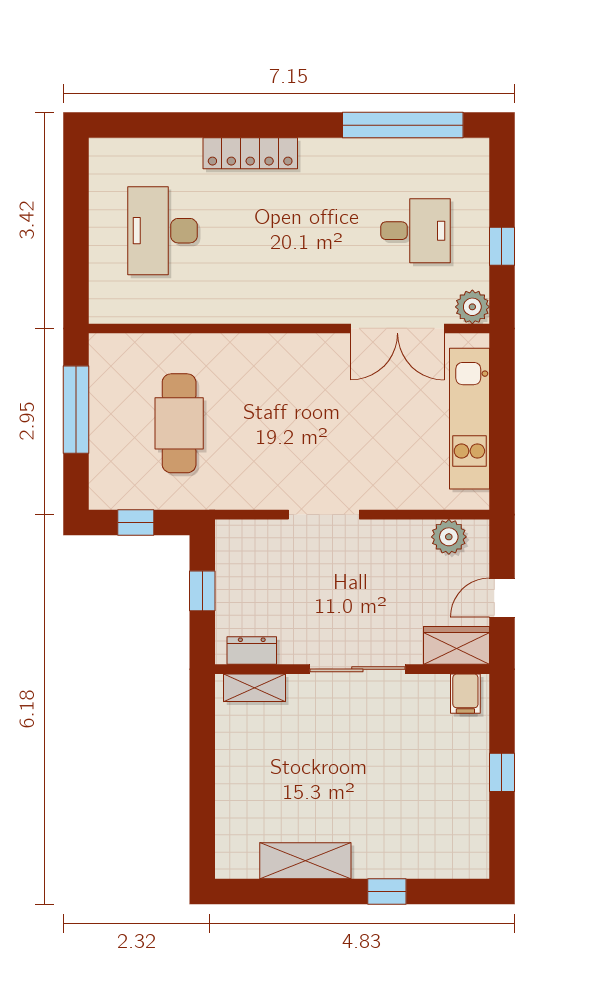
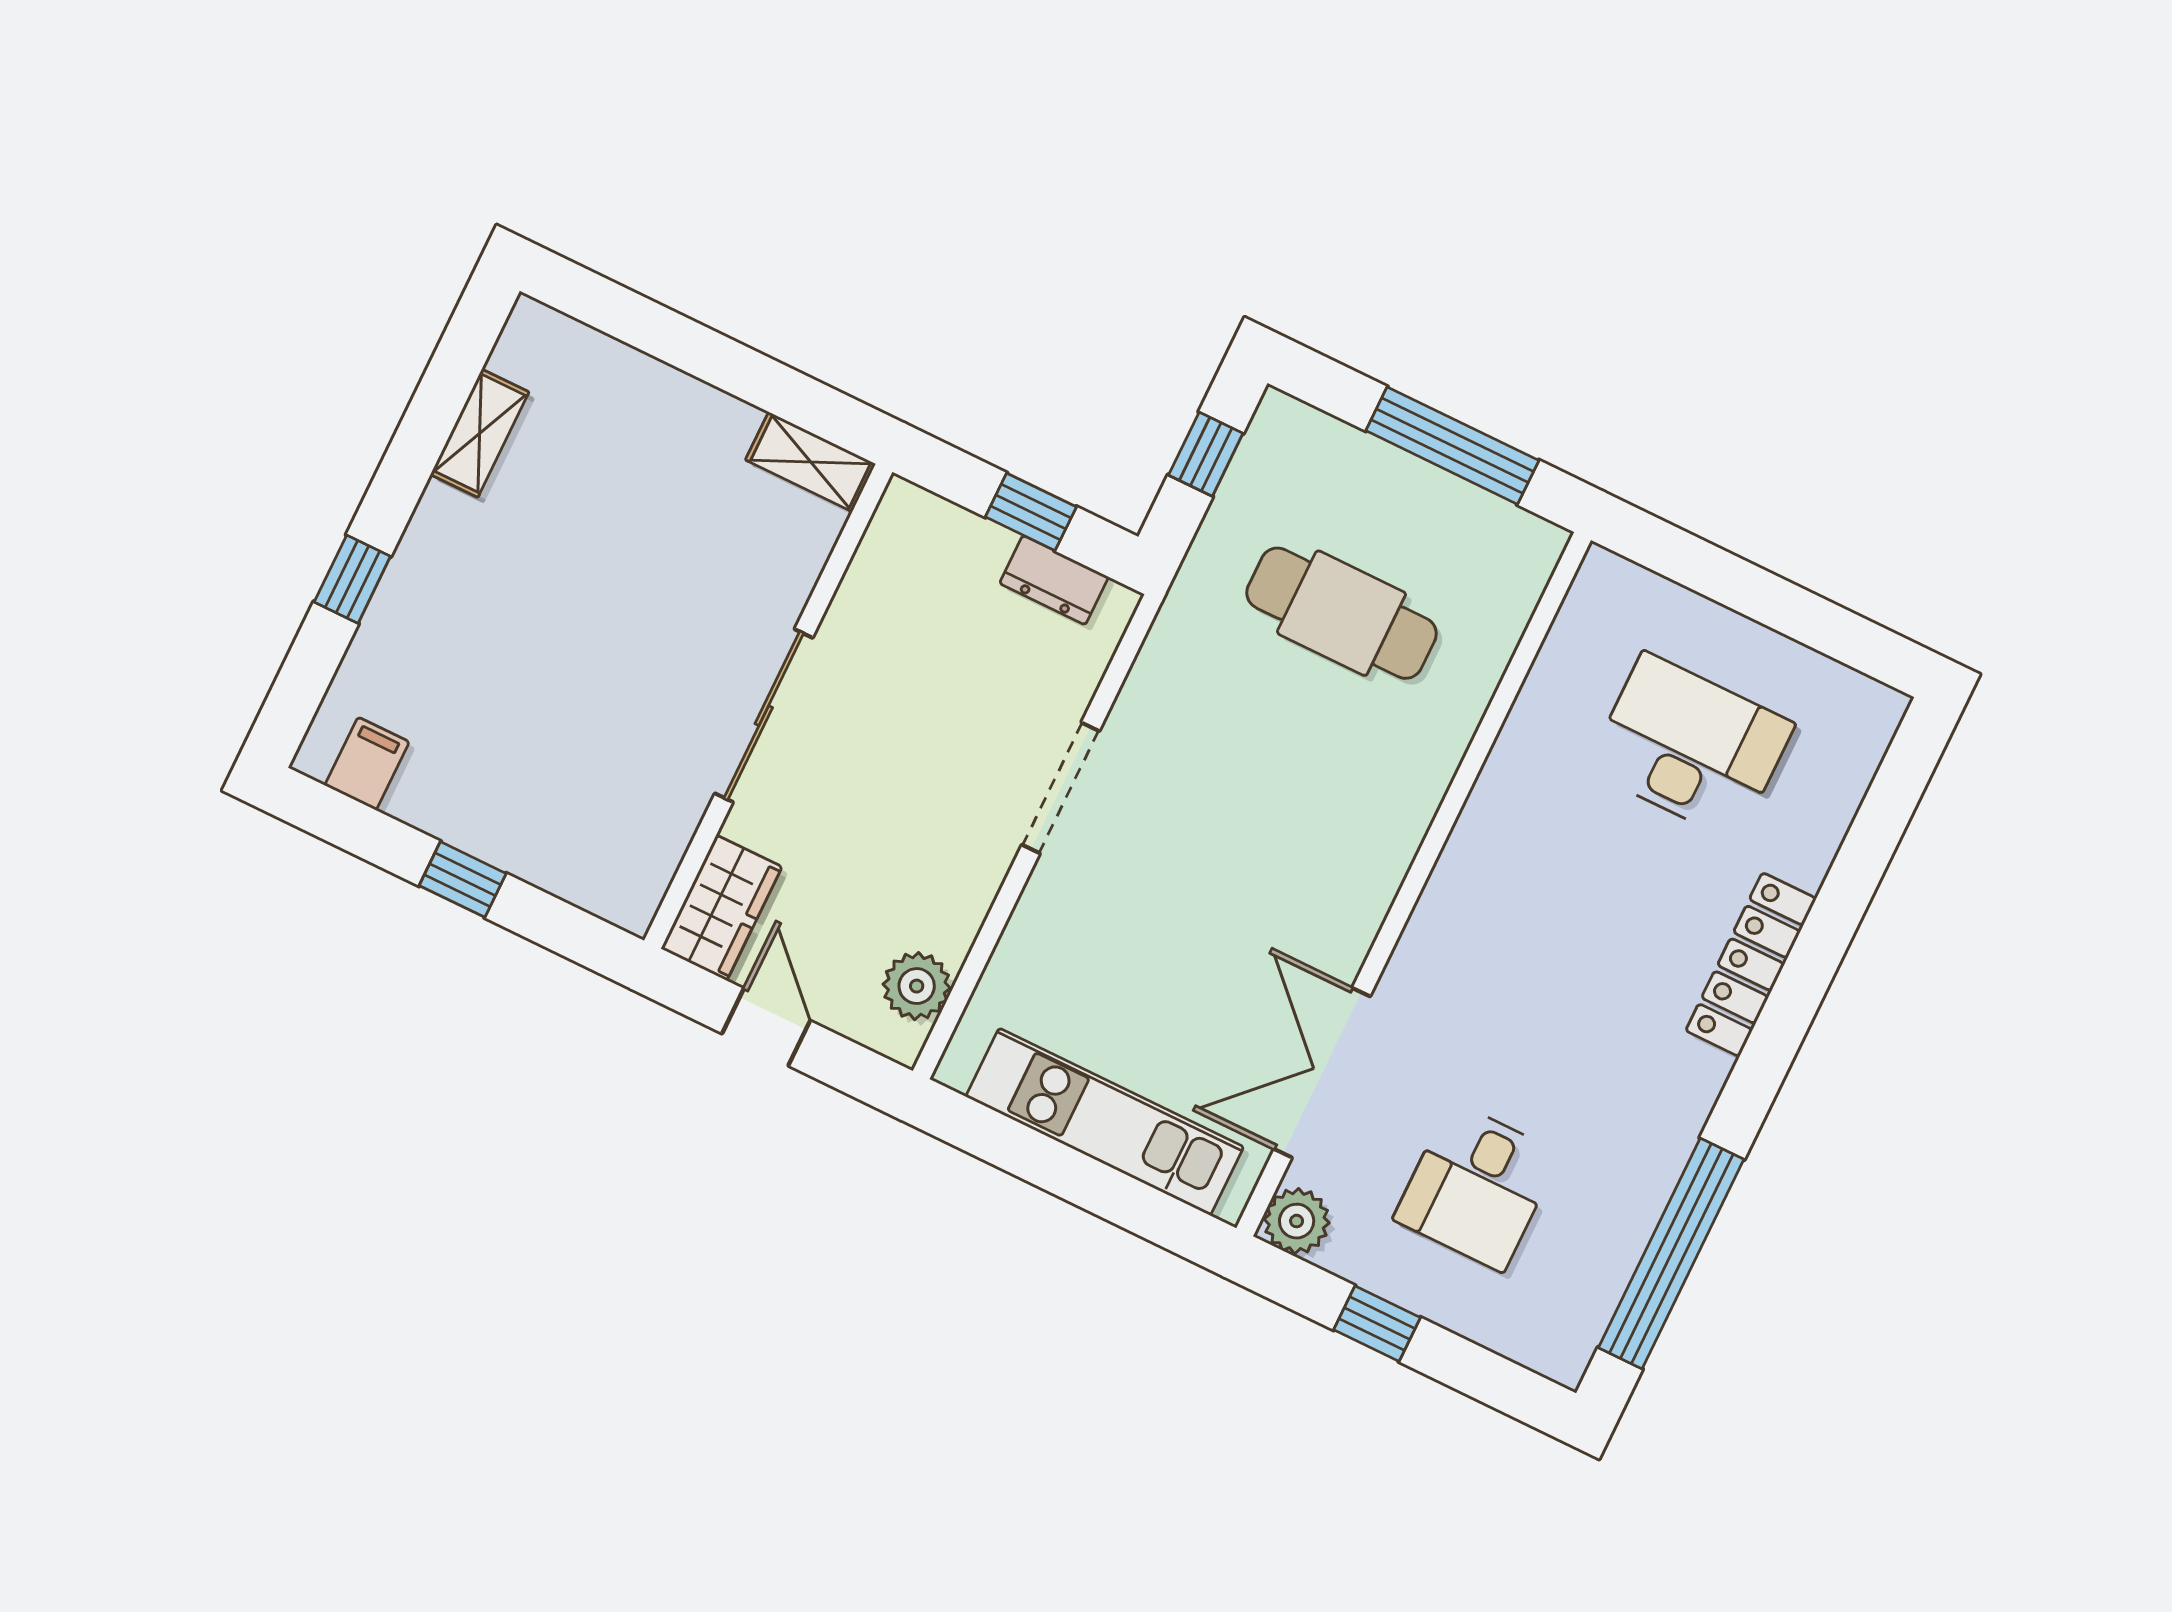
dresser: (252, 651) -> (1054, 580), moved, turned 90
shelving: (254, 688) -> (811, 462), moved, turned 90
filing cabinet: (465, 694) -> (367, 764), moved, turned 90
shelving: (305, 861) -> (480, 433), width x0.67, depth x0.75

